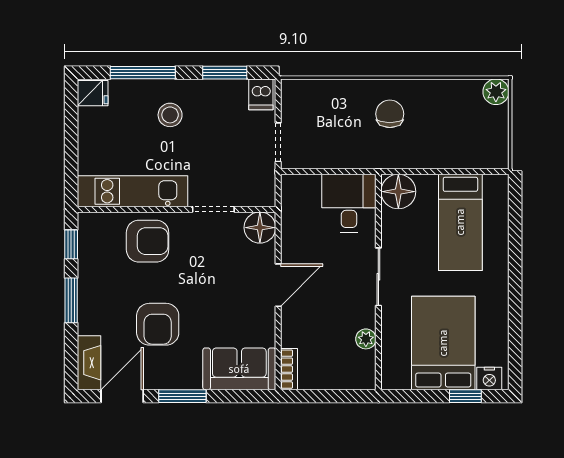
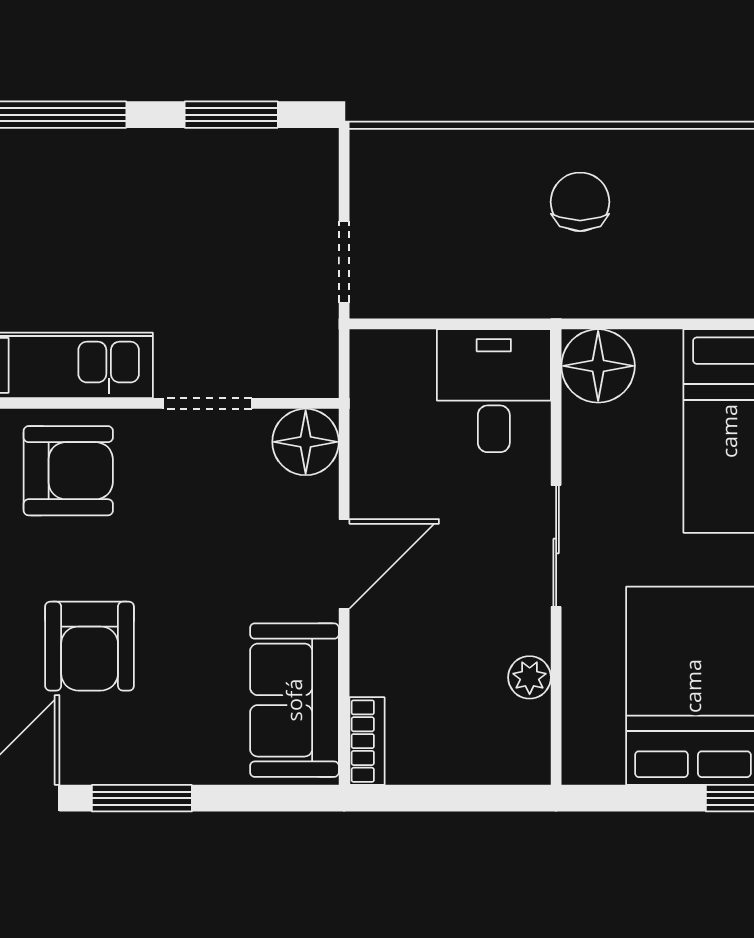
dishwasher: (261, 94) -> (308, 161), removed
stool: (170, 115) -> (116, 204), removed
sofa: (239, 369) -> (294, 700), moved, turned -90

